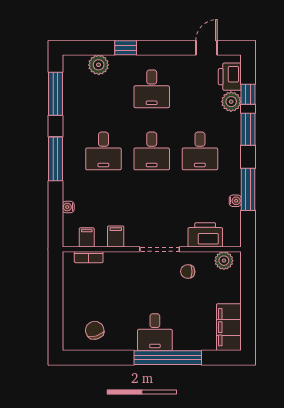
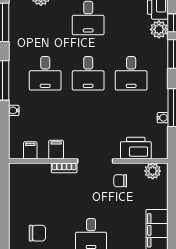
water cooler: (68, 207) -> (14, 110), moved
bookcase: (89, 257) -> (64, 168), moved
chair: (95, 330) -> (37, 233), turned 107

